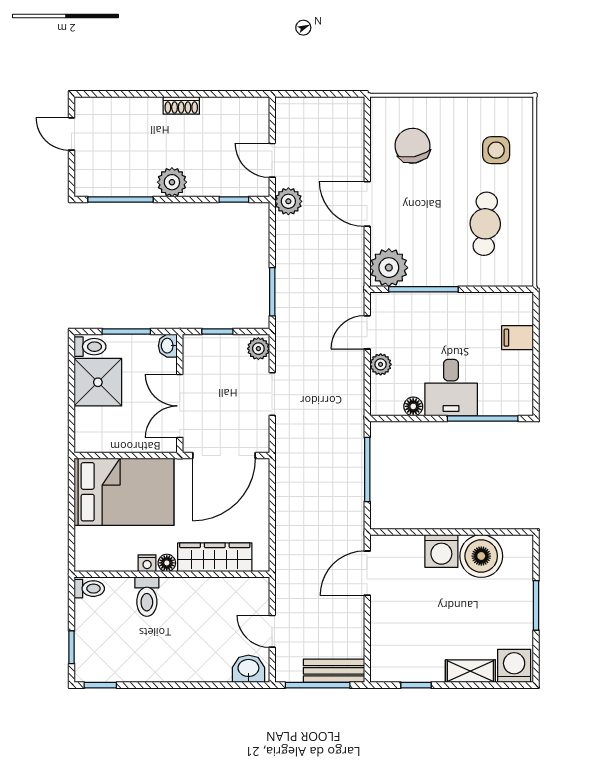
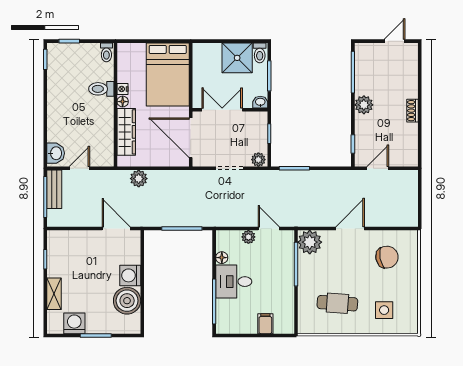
plant: (288, 201) -> (139, 179), moved
washing machine: (514, 666) -> (74, 323), moved, turned -90
bench: (334, 671) -> (54, 189), moved

